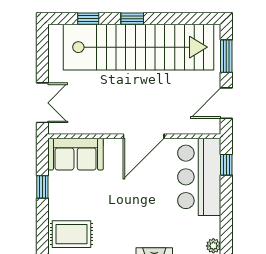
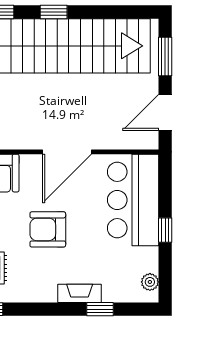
window: (226, 165) -> (165, 230), moved
armchair: (127, 202) -> (48, 229), added

